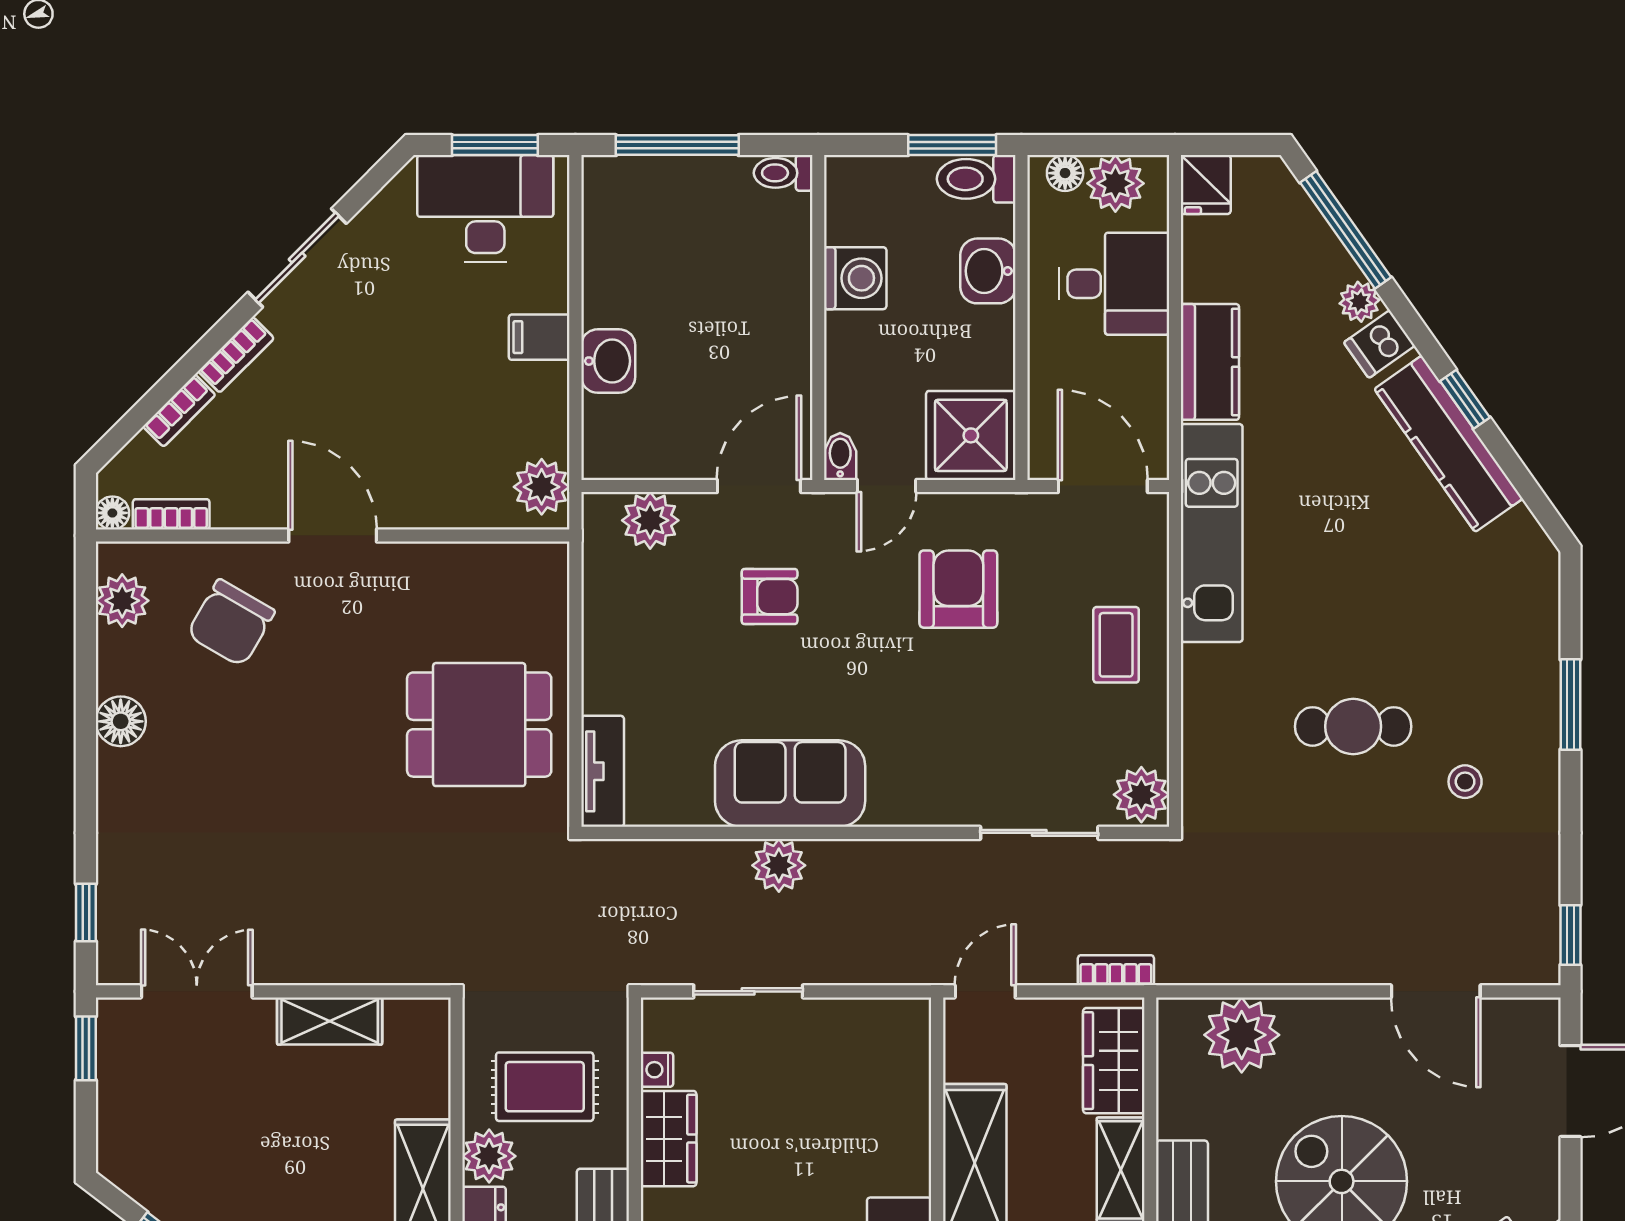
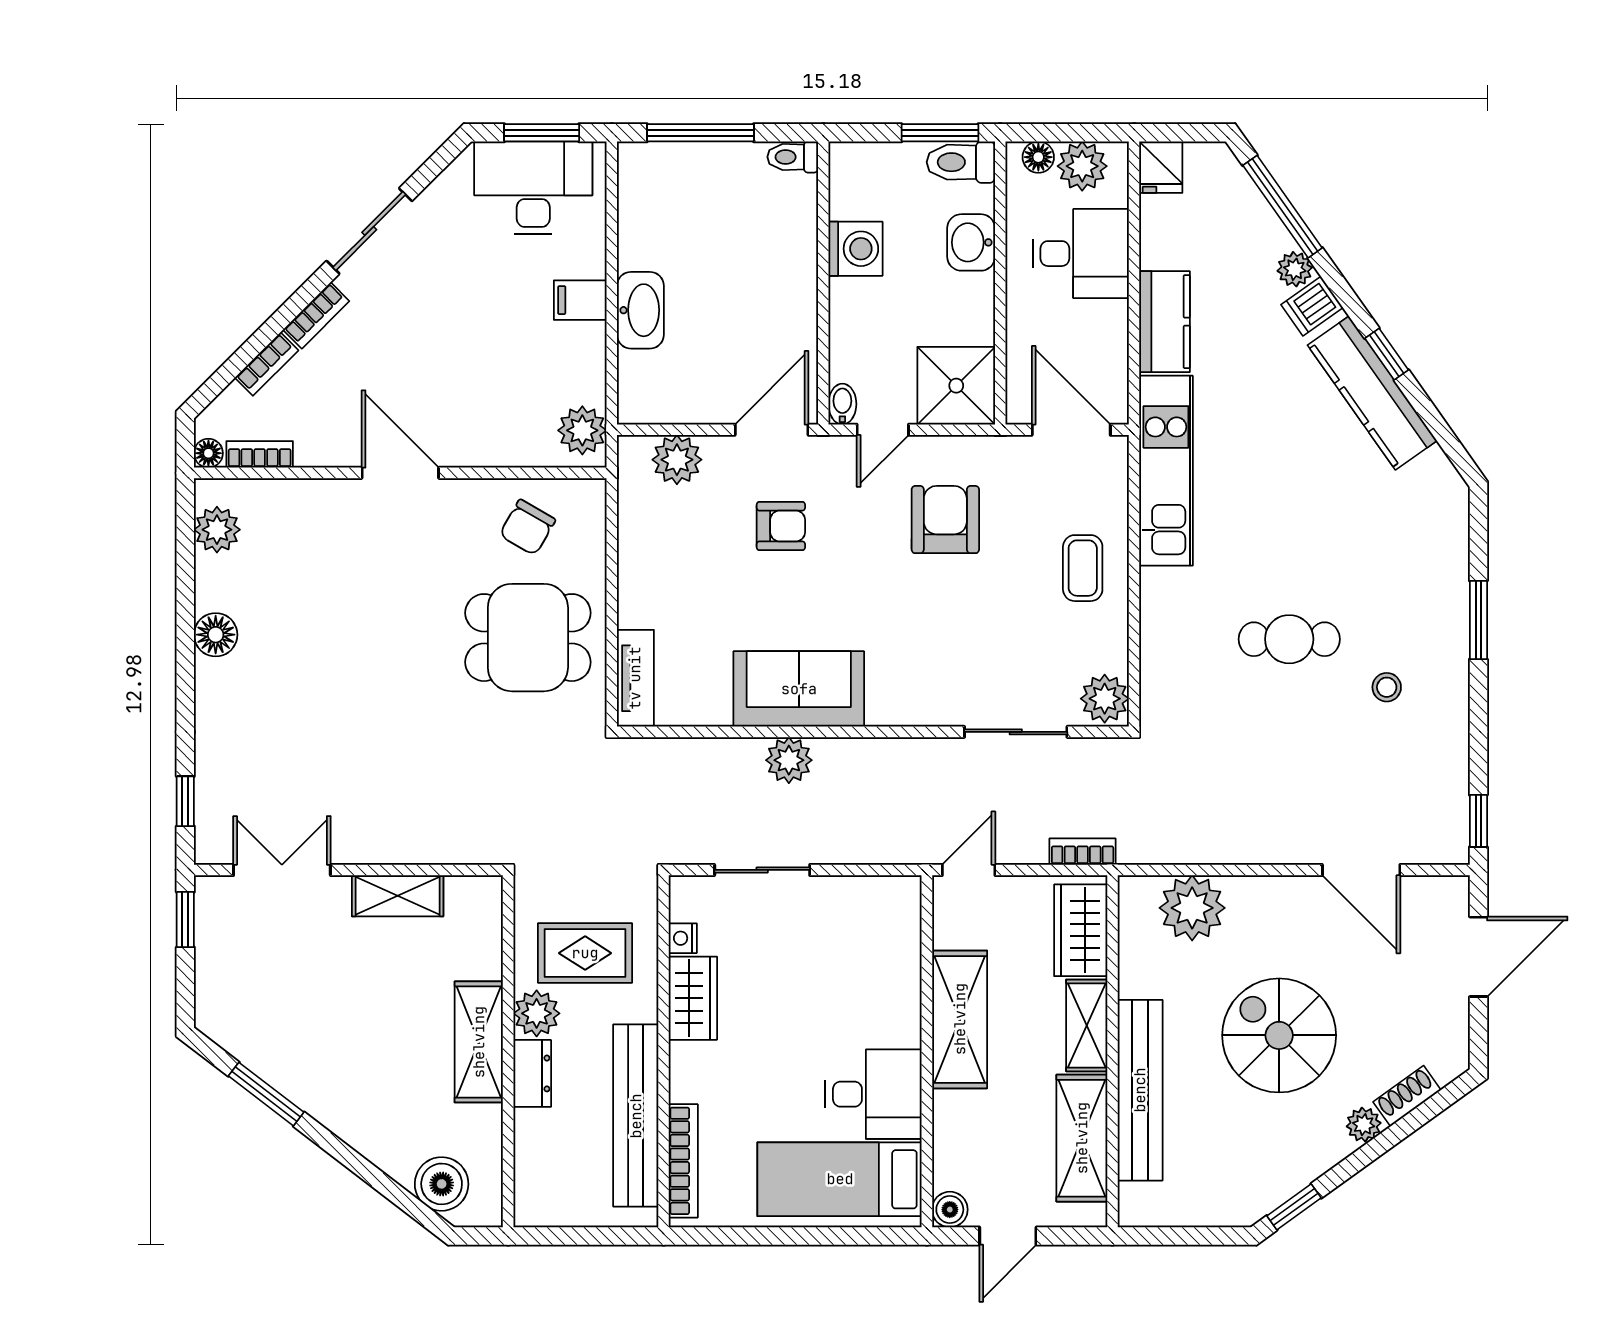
washbasin: (608, 361) -> (640, 310), width x1.38
chair: (231, 623) -> (527, 527), moved, width x0.73, depth x0.73

